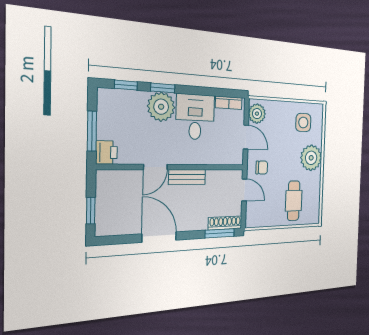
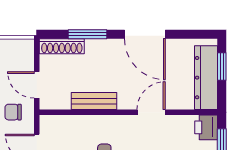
bench: (187, 177) -> (94, 101), moved
dresser: (106, 200) -> (206, 78), added
window: (220, 233) -> (87, 34), moved

